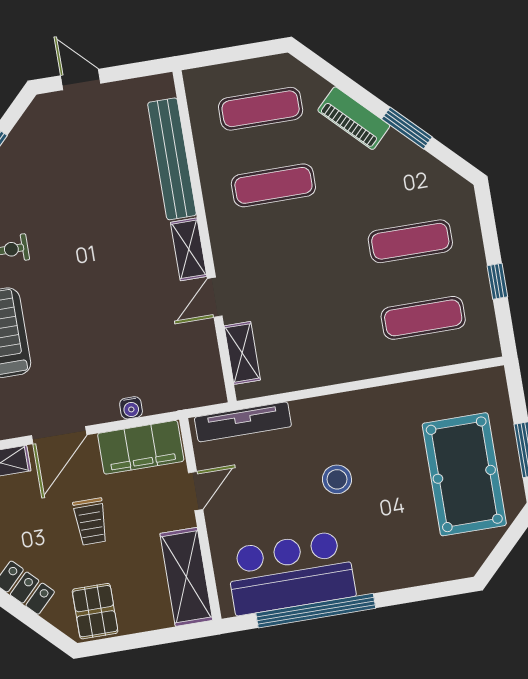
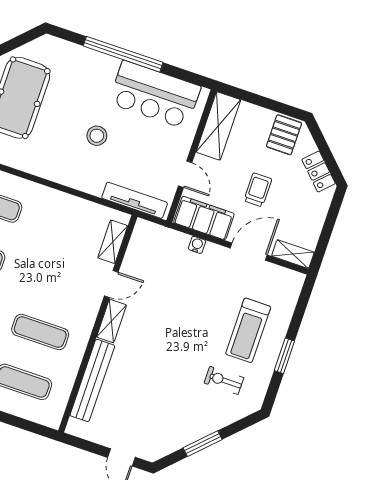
door: (196, 491) -> (185, 174), swing flipped
window: (316, 611) -> (123, 54), moved

